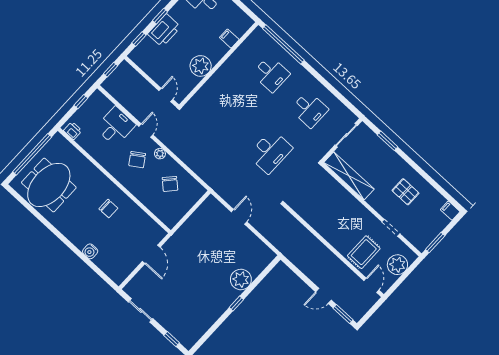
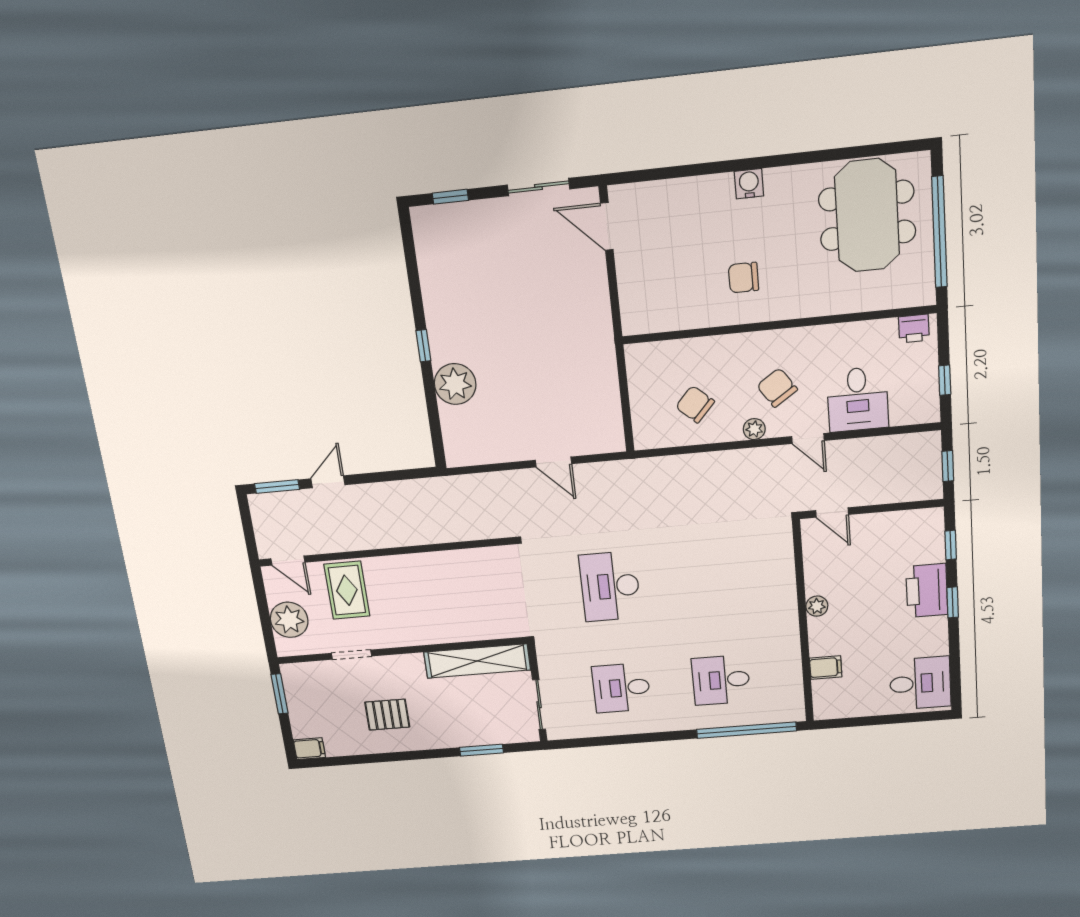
plant: (201, 66) -> (817, 606), width x0.53, depth x0.53
water cooler: (90, 251) -> (749, 184), moved
door: (151, 254) -> (607, 226), moved

